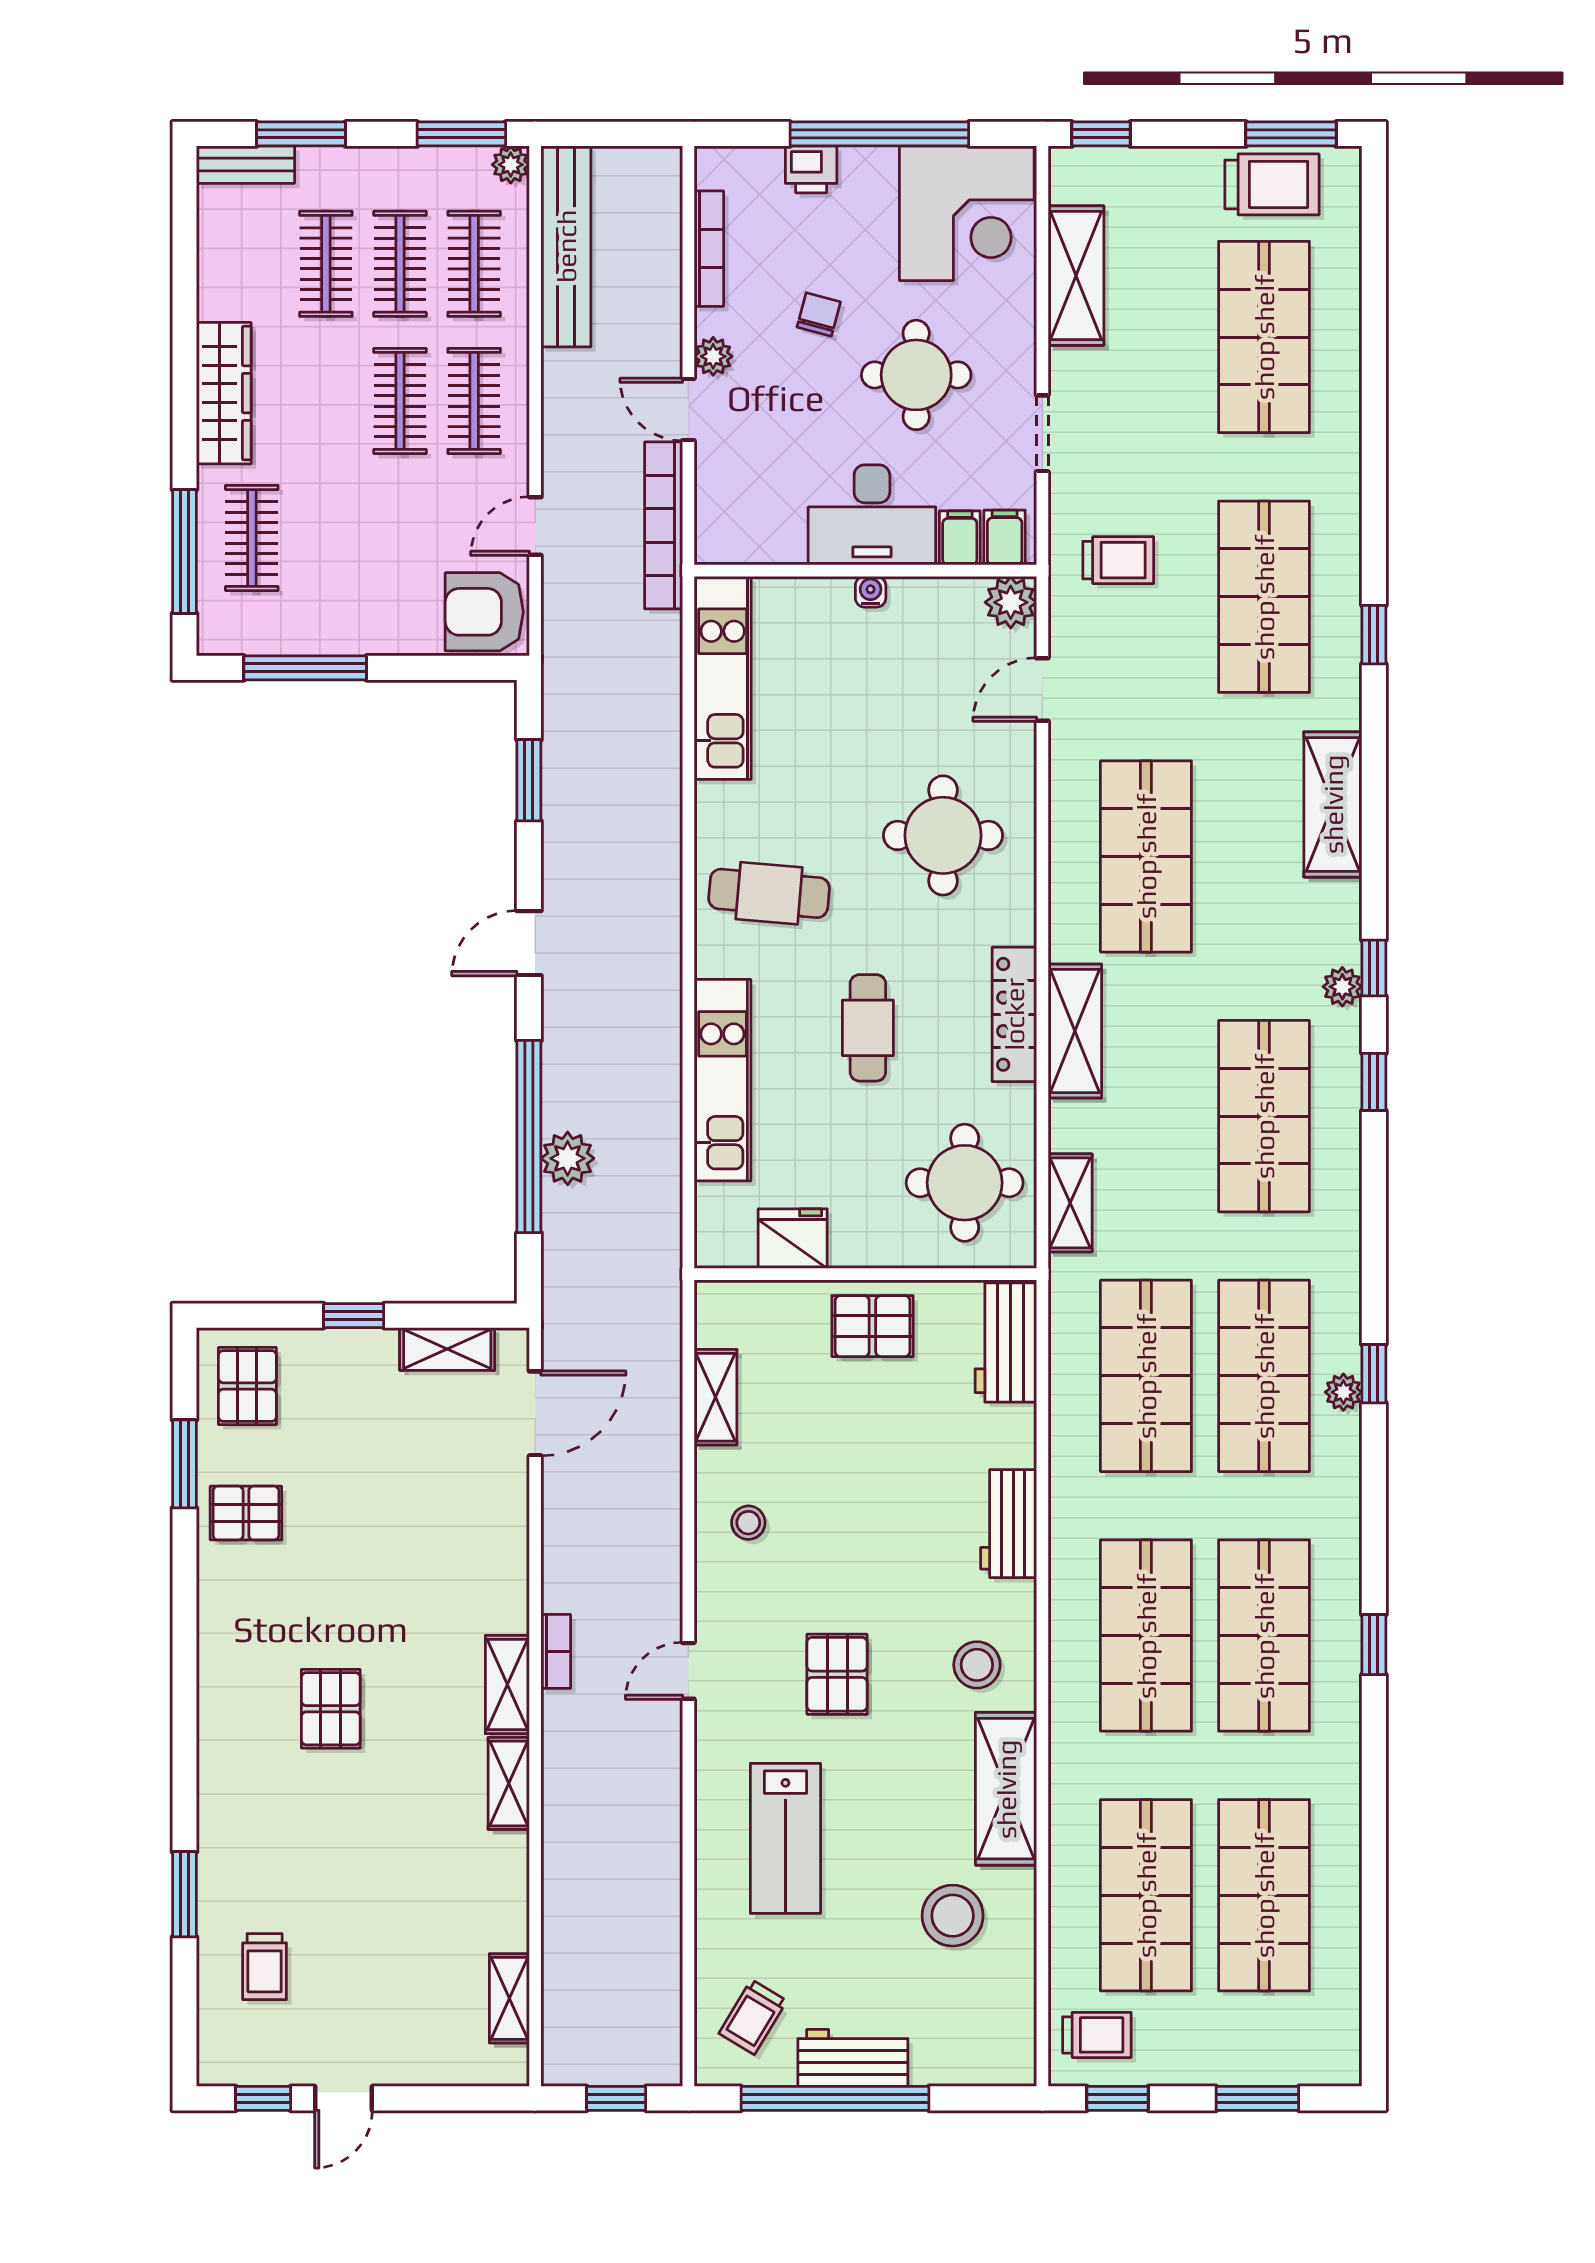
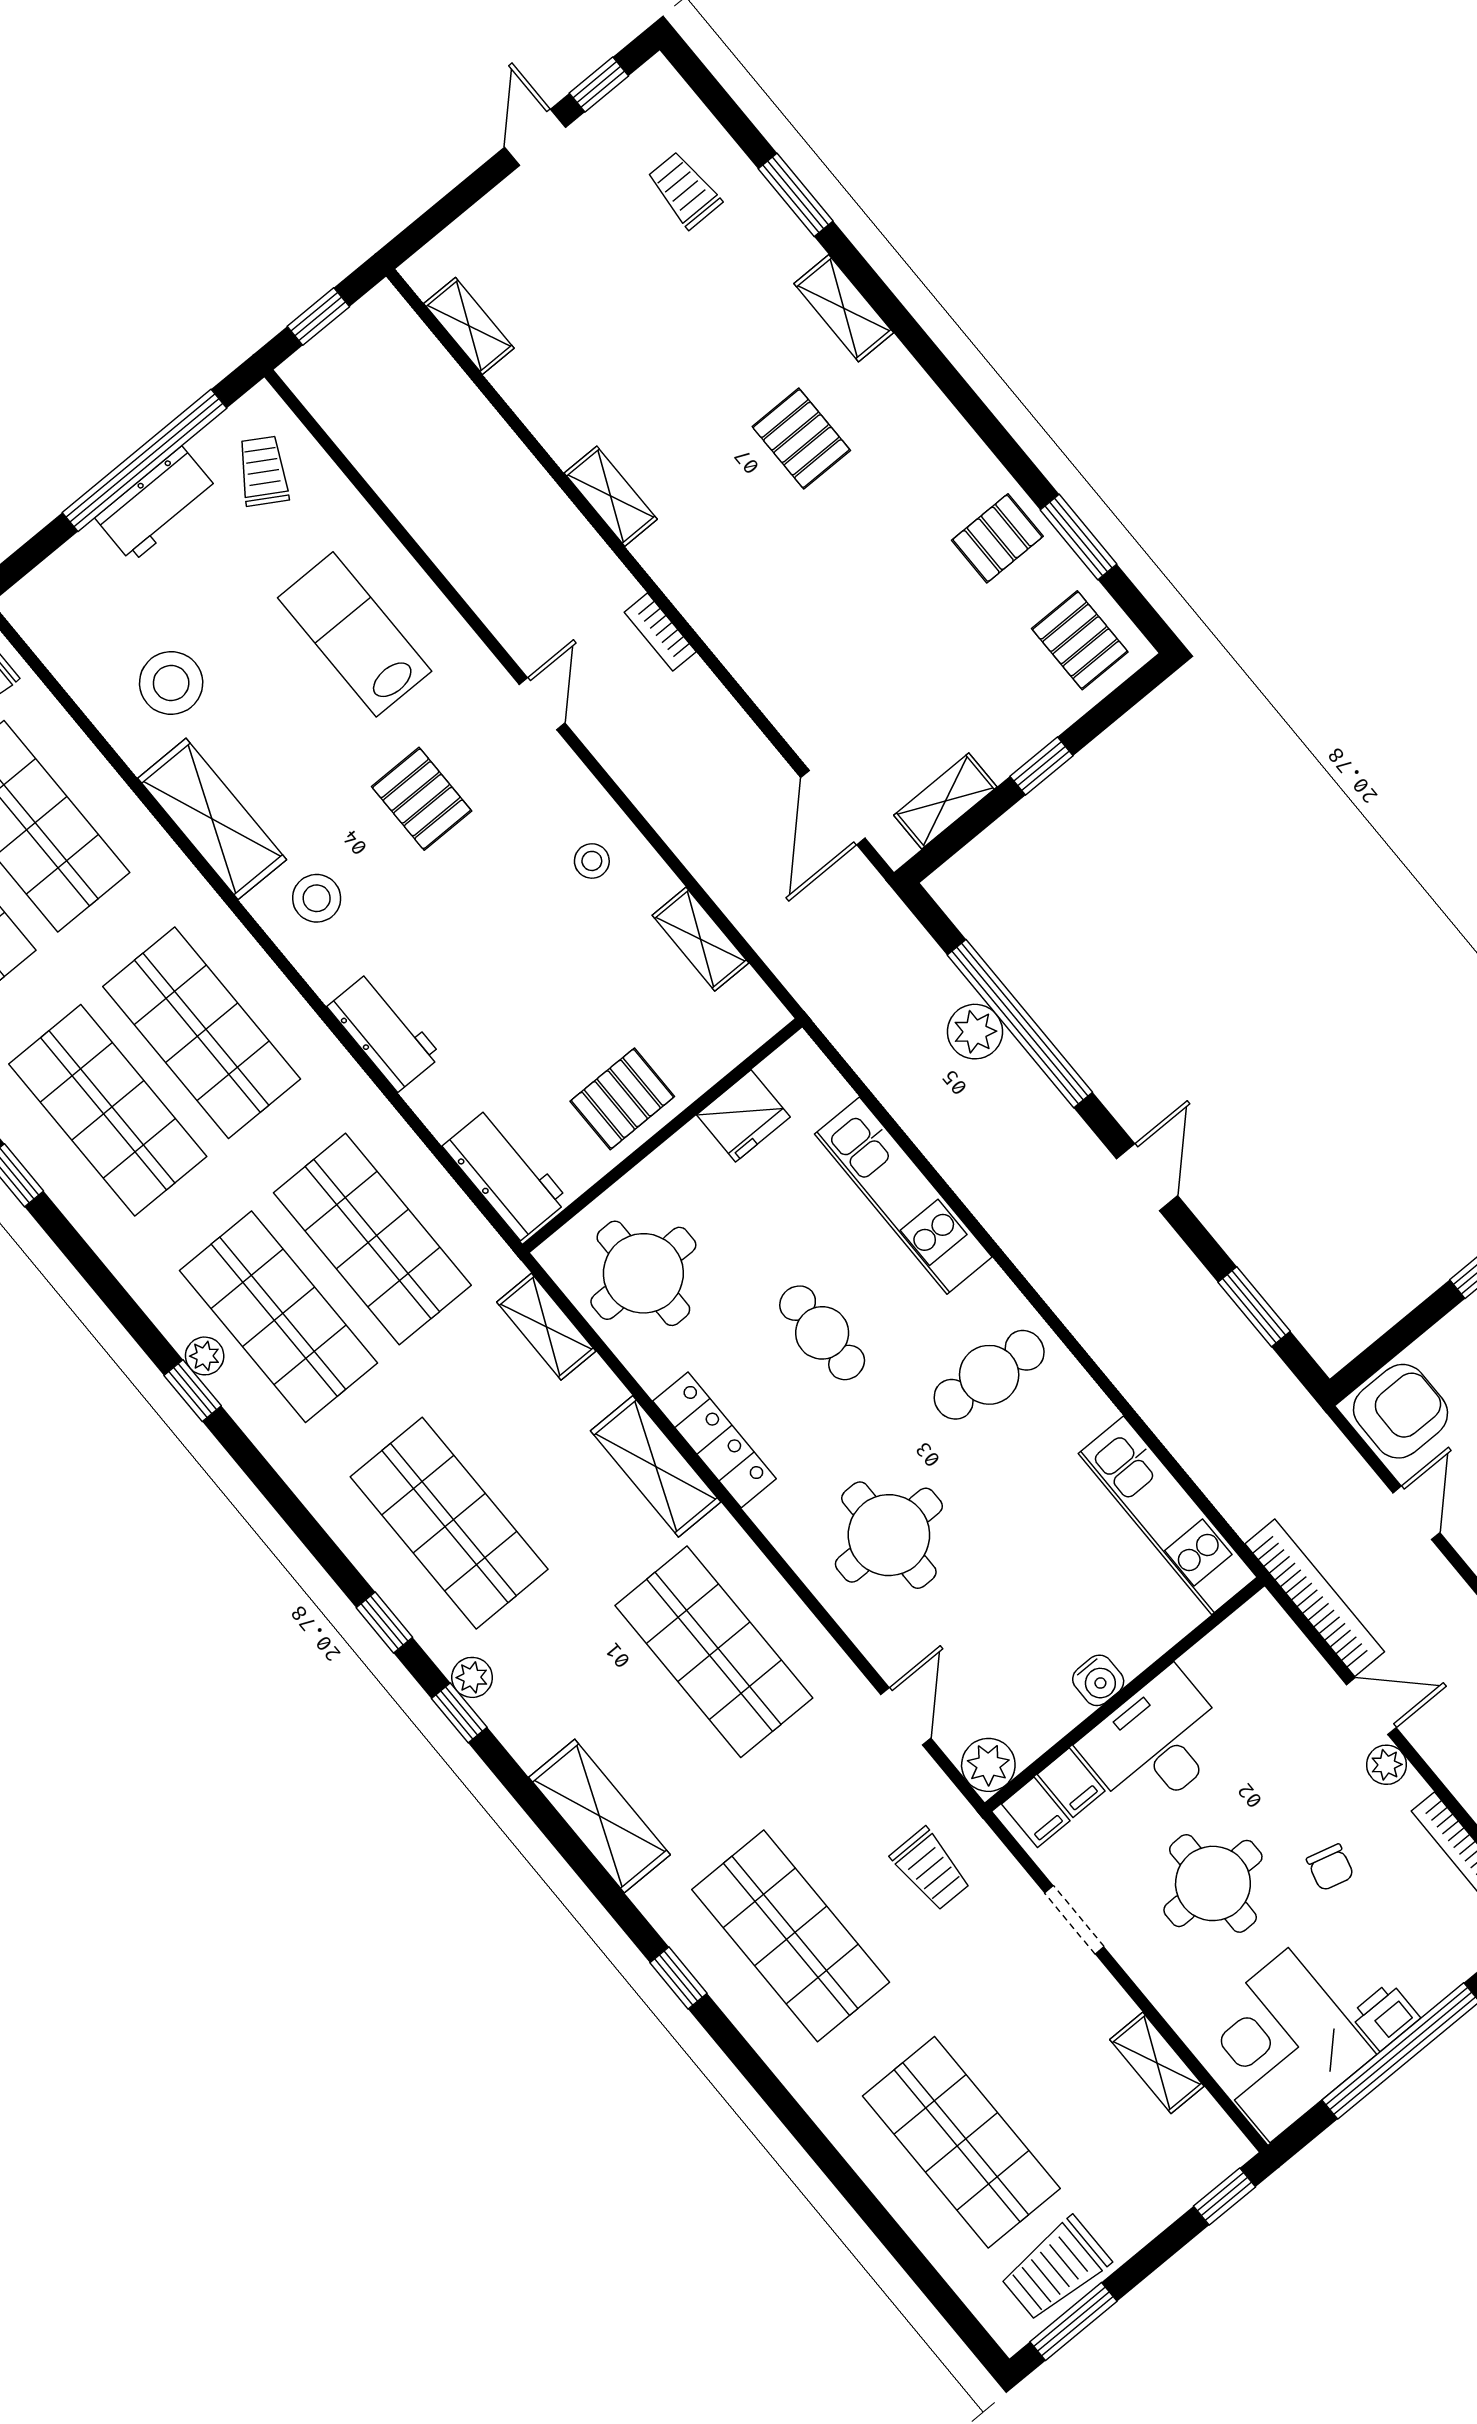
printer: (811, 169) -> (1385, 2016), moved
shelving: (1076, 276) -> (1157, 2063), width x0.67, depth x0.75
trolley: (1118, 560) -> (931, 1869), turned -90
water cooler: (871, 592) -> (1098, 1680), width x1.38, depth x1.38
shelving: (507, 1685) -> (844, 308), moved

